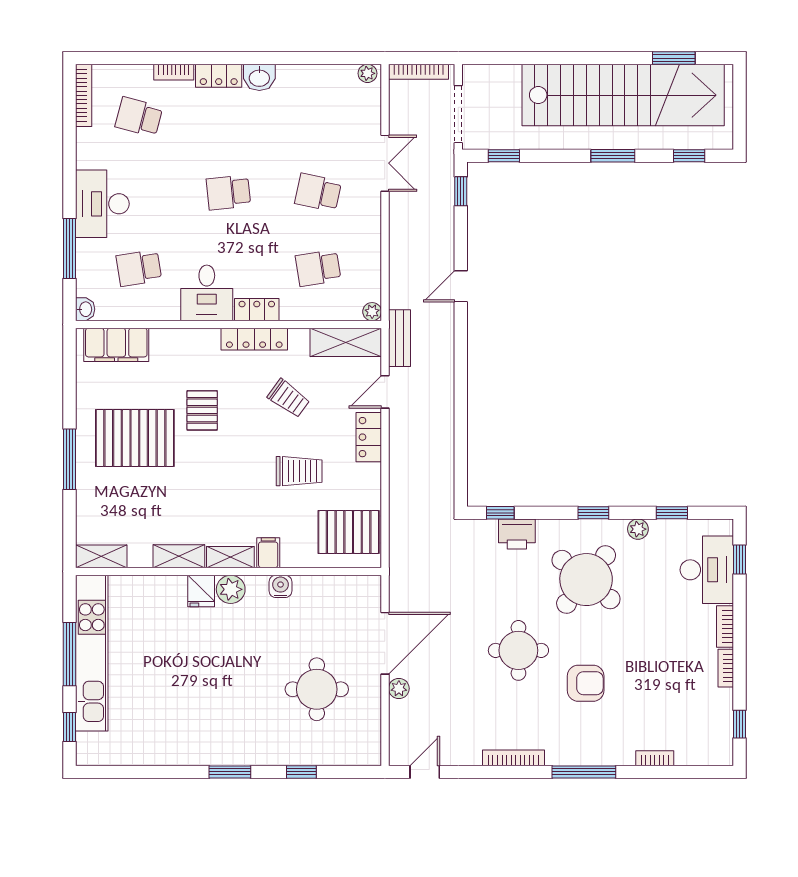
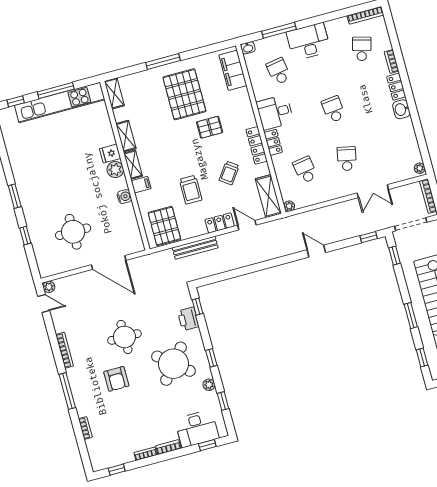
bench: (400, 338) -> (195, 248), moved, width x1.36
plant: (399, 688) -> (49, 287), moved

